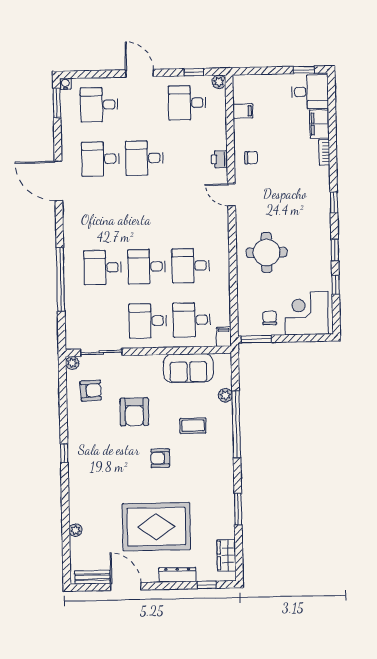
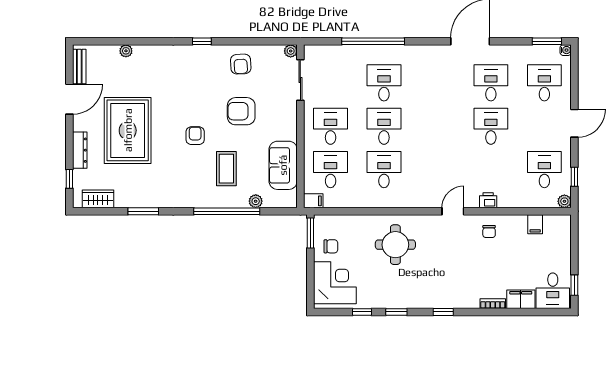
armchair: (91, 391) -> (241, 64), moved
coffee table: (193, 426) -> (226, 169), width x1.36, depth x1.30

